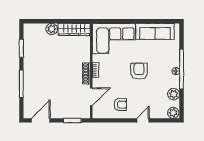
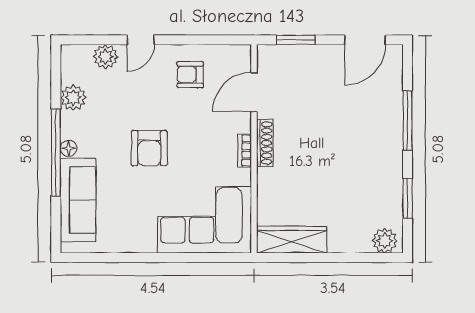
plant: (52, 29) -> (385, 241), moved
sofa: (155, 31) -> (78, 200), moved, turned 90
plant: (173, 113) -> (106, 57), moved

